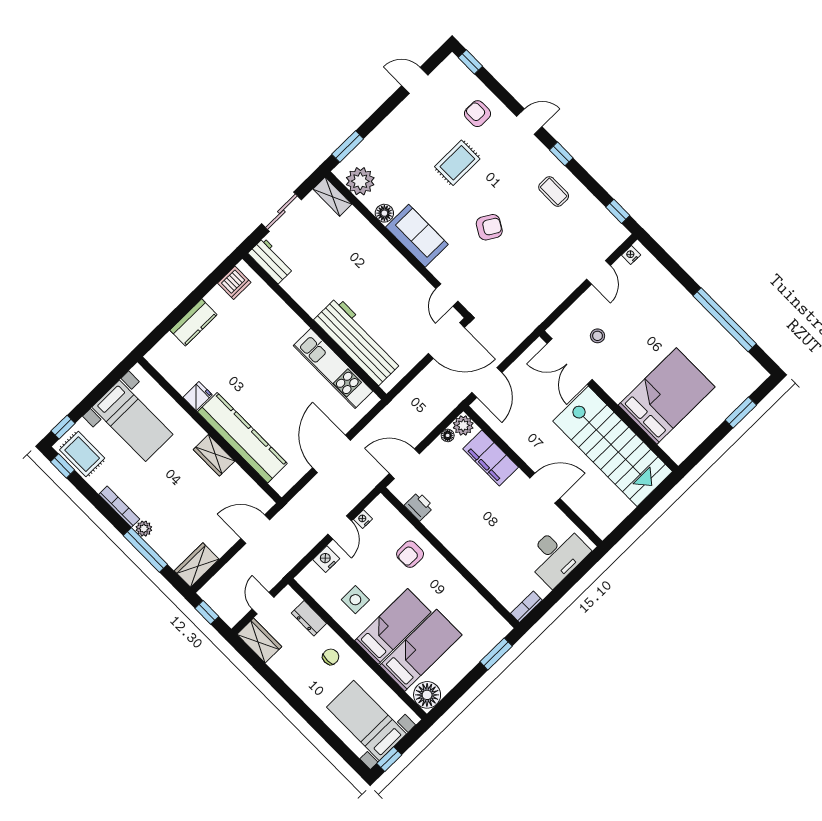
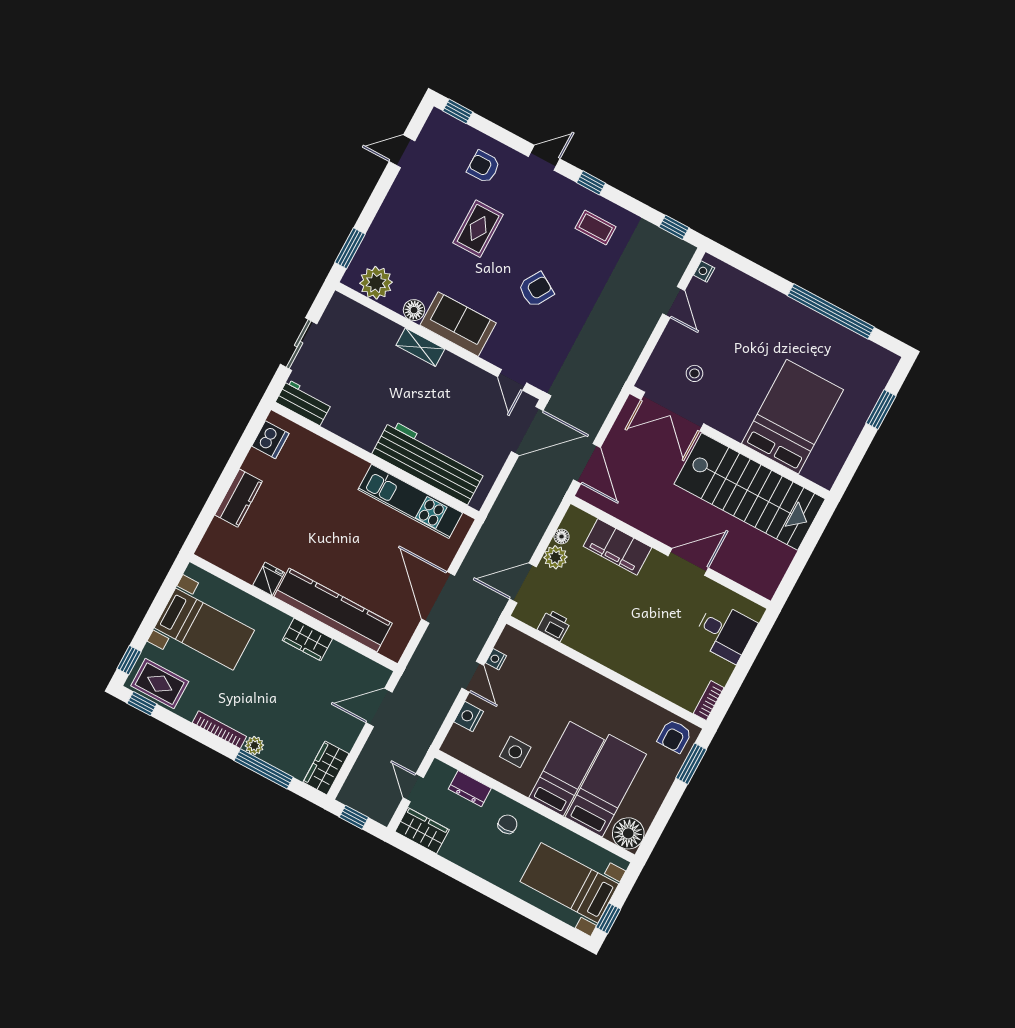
shelving: (332, 197) -> (420, 347), moved
plant: (463, 425) -> (555, 557), moved
armchair: (410, 554) -> (674, 736), moved
desk: (557, 555) -> (725, 632), width x0.73

